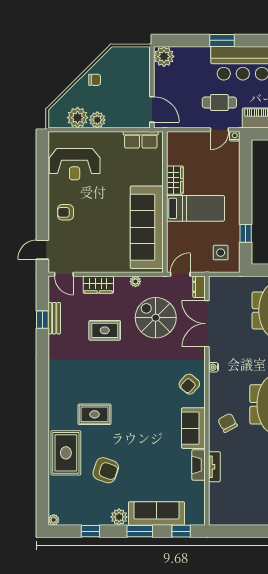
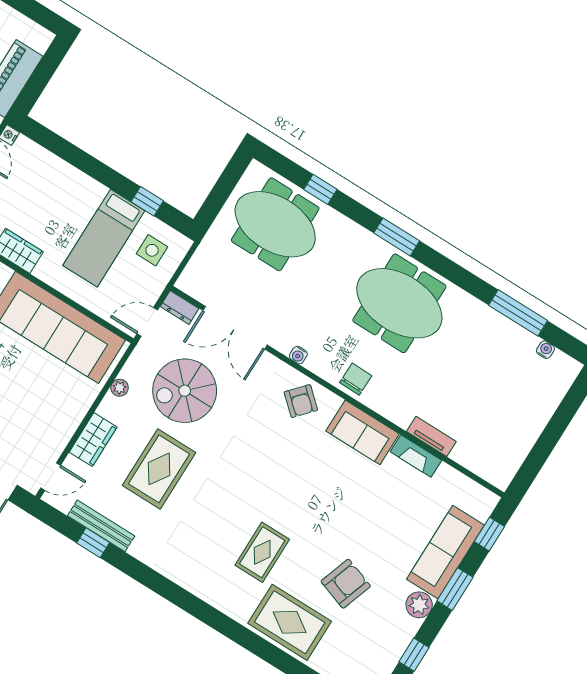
bed: (195, 208) -> (104, 238), moved, turned 180
door: (180, 274) -> (147, 322), hinge flipped
bench: (54, 318) -> (101, 526), width x1.36
rug: (105, 330) -> (159, 469), width x1.36, depth x1.43
chair: (228, 423) -> (356, 379), moved, turned 119

